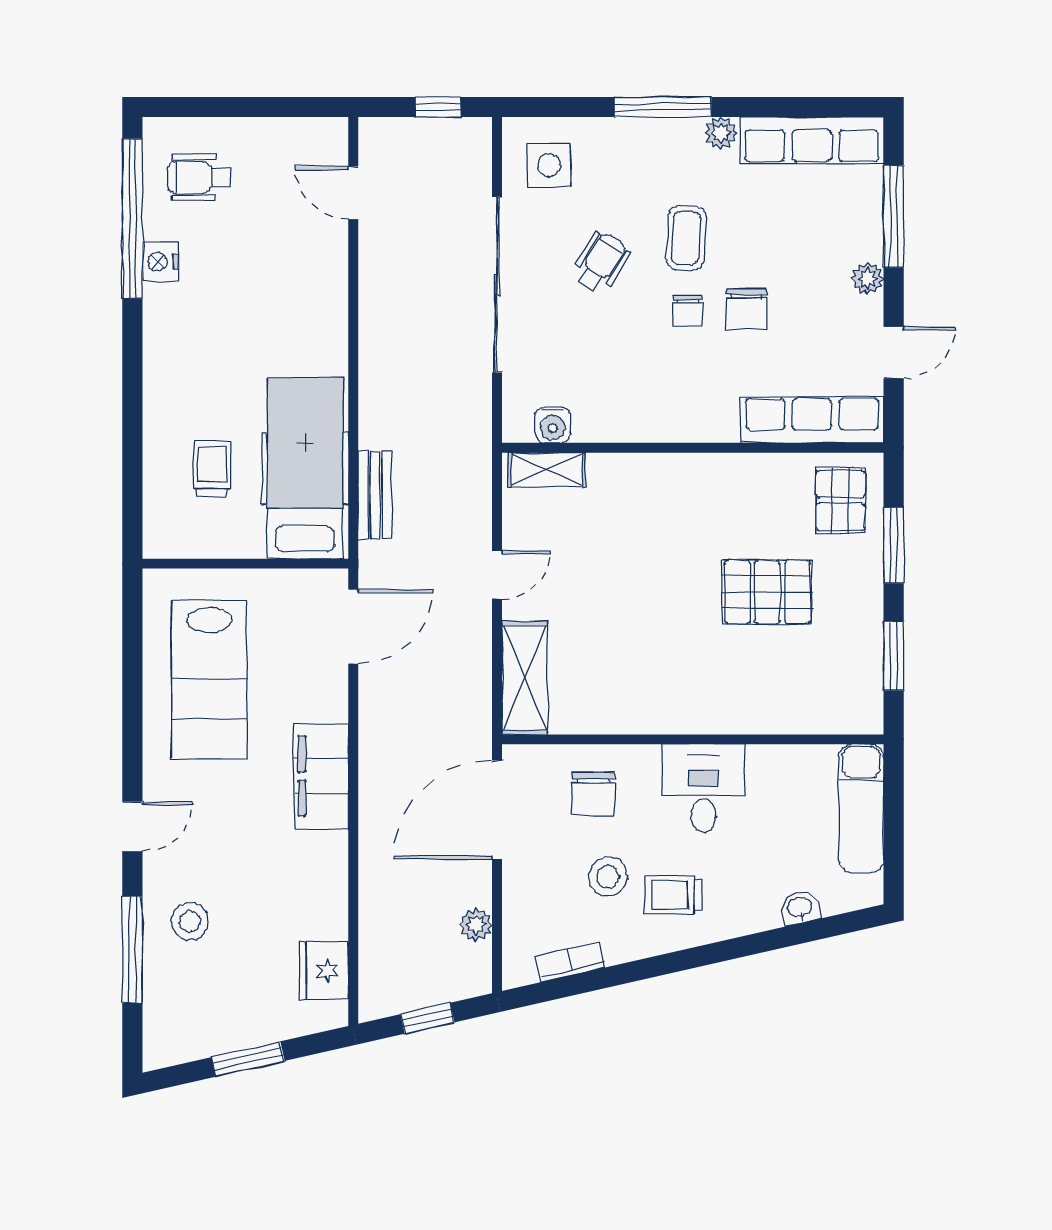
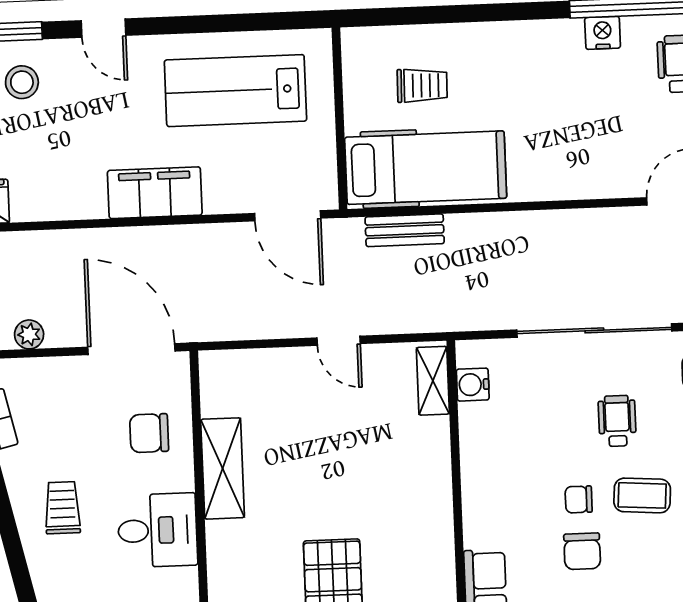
wheelchair: (600, 263) -> (617, 421), turned -122
chair: (746, 309) -> (582, 551), turned -90
shelving: (524, 678) -> (223, 468), moved, turned 90
stool: (608, 877) -> (76, 449), removed

